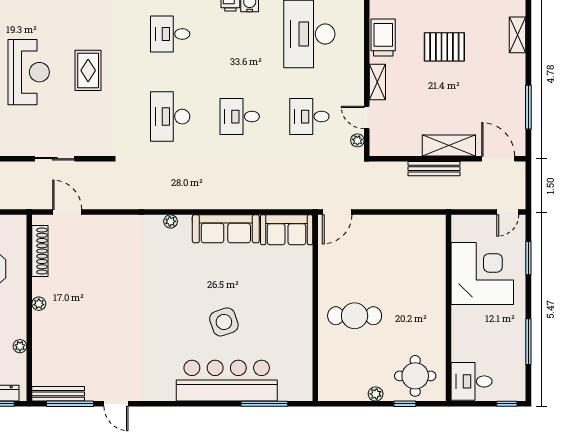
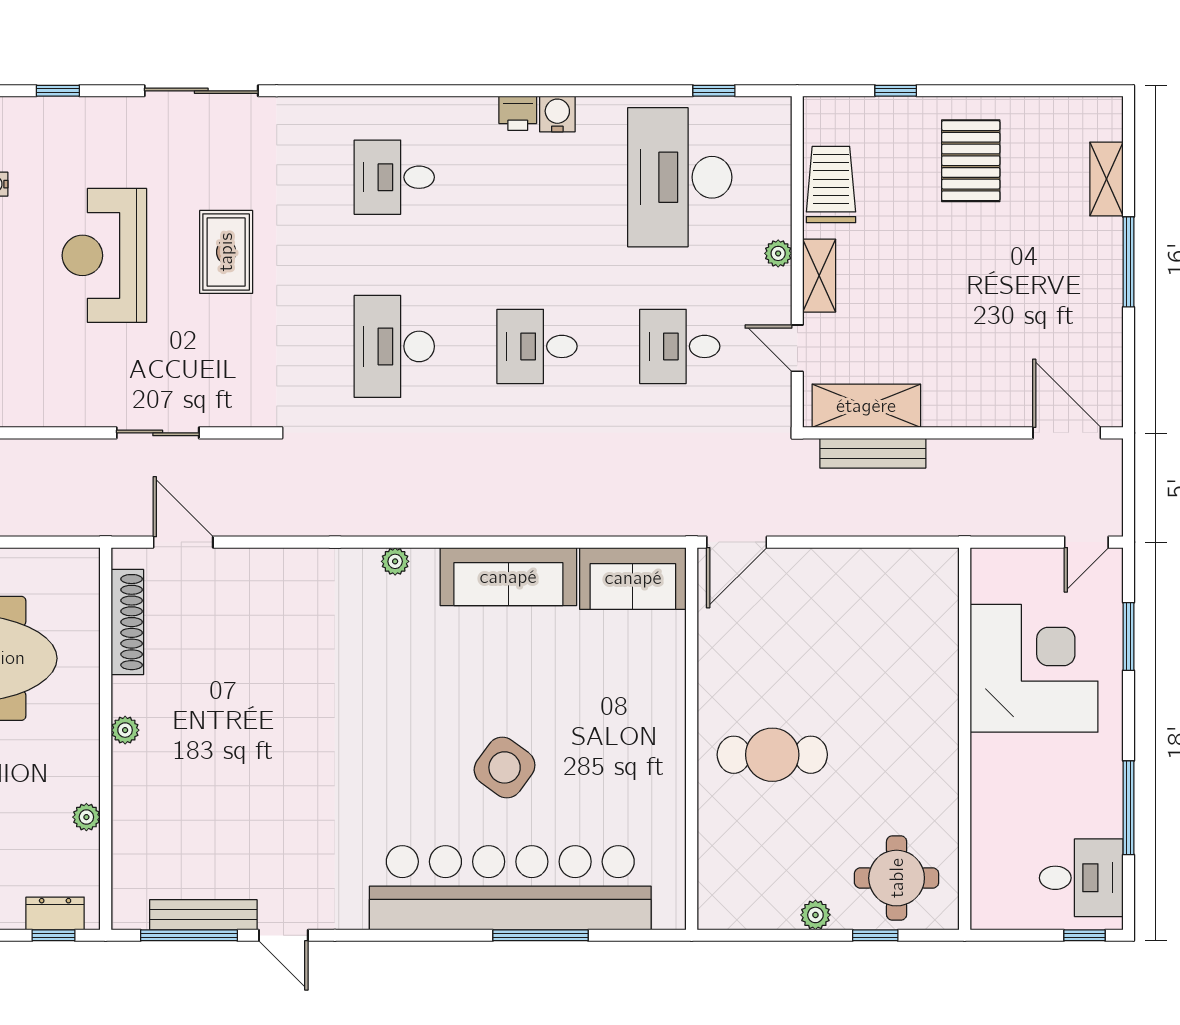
pallet: (444, 47) -> (971, 161), moved, turned 90
reception desk: (29, 72) -> (104, 255), turned 180
window: (528, 107) -> (1129, 262), moved
plant: (357, 140) -> (778, 253), moved
shelving: (449, 145) -> (866, 406), moved
bench: (434, 169) -> (873, 453), moved
side table: (224, 322) -> (505, 767), turned -35
bar counter: (227, 381) -> (510, 888), width x1.36
desk: (472, 381) -> (1081, 878), moved, turned 180
bench: (58, 394) -> (203, 915), moved
window: (264, 404) -> (541, 935), moved

